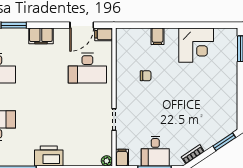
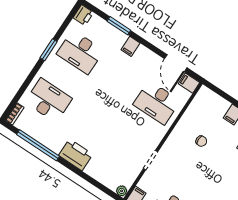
door: (82, 25) -> (176, 63), hinge flipped
filing cabinet: (41, 36) -> (130, 46), width x0.50

